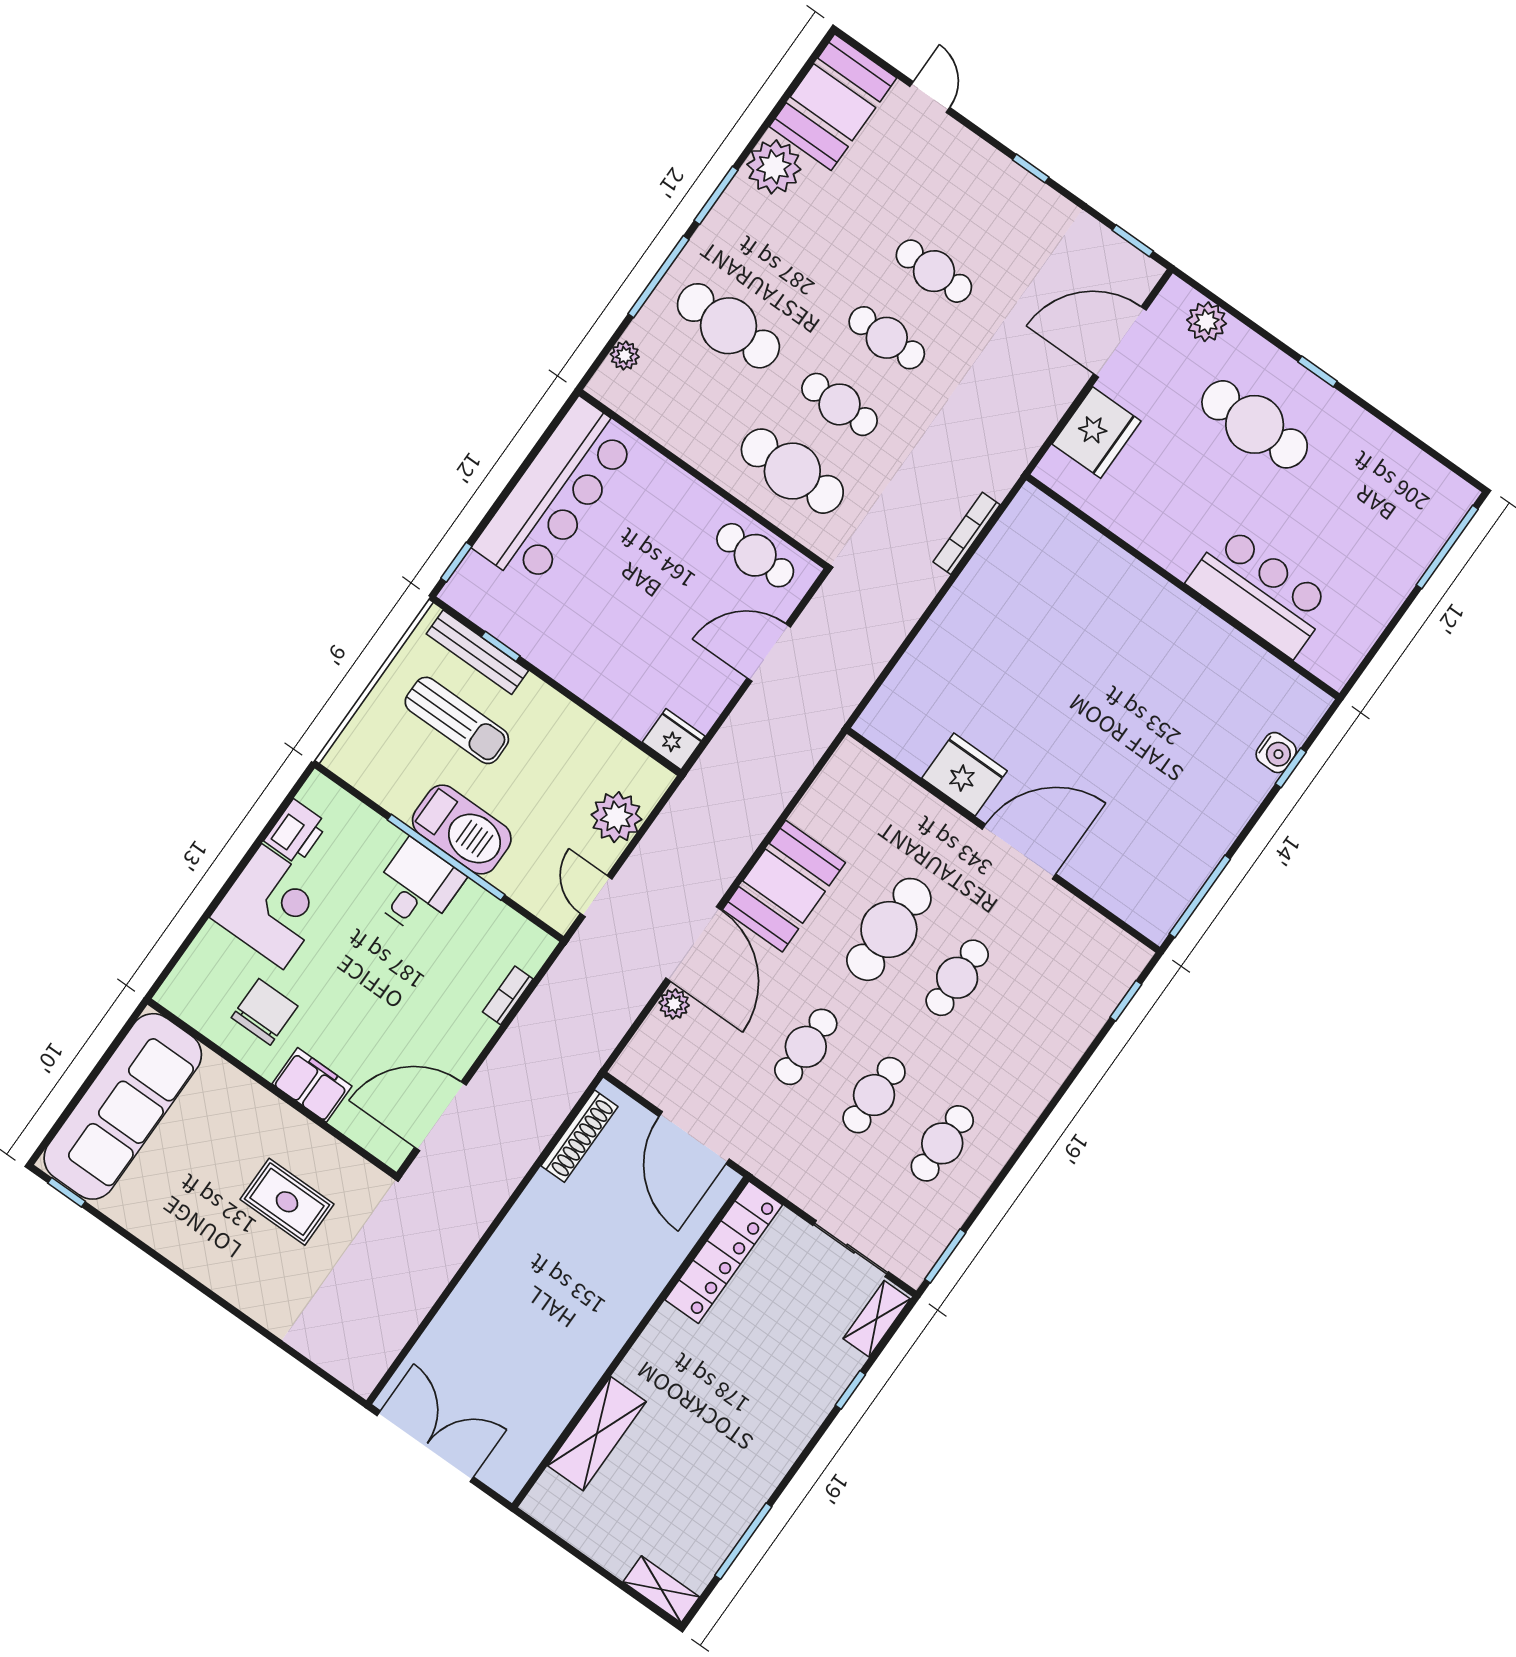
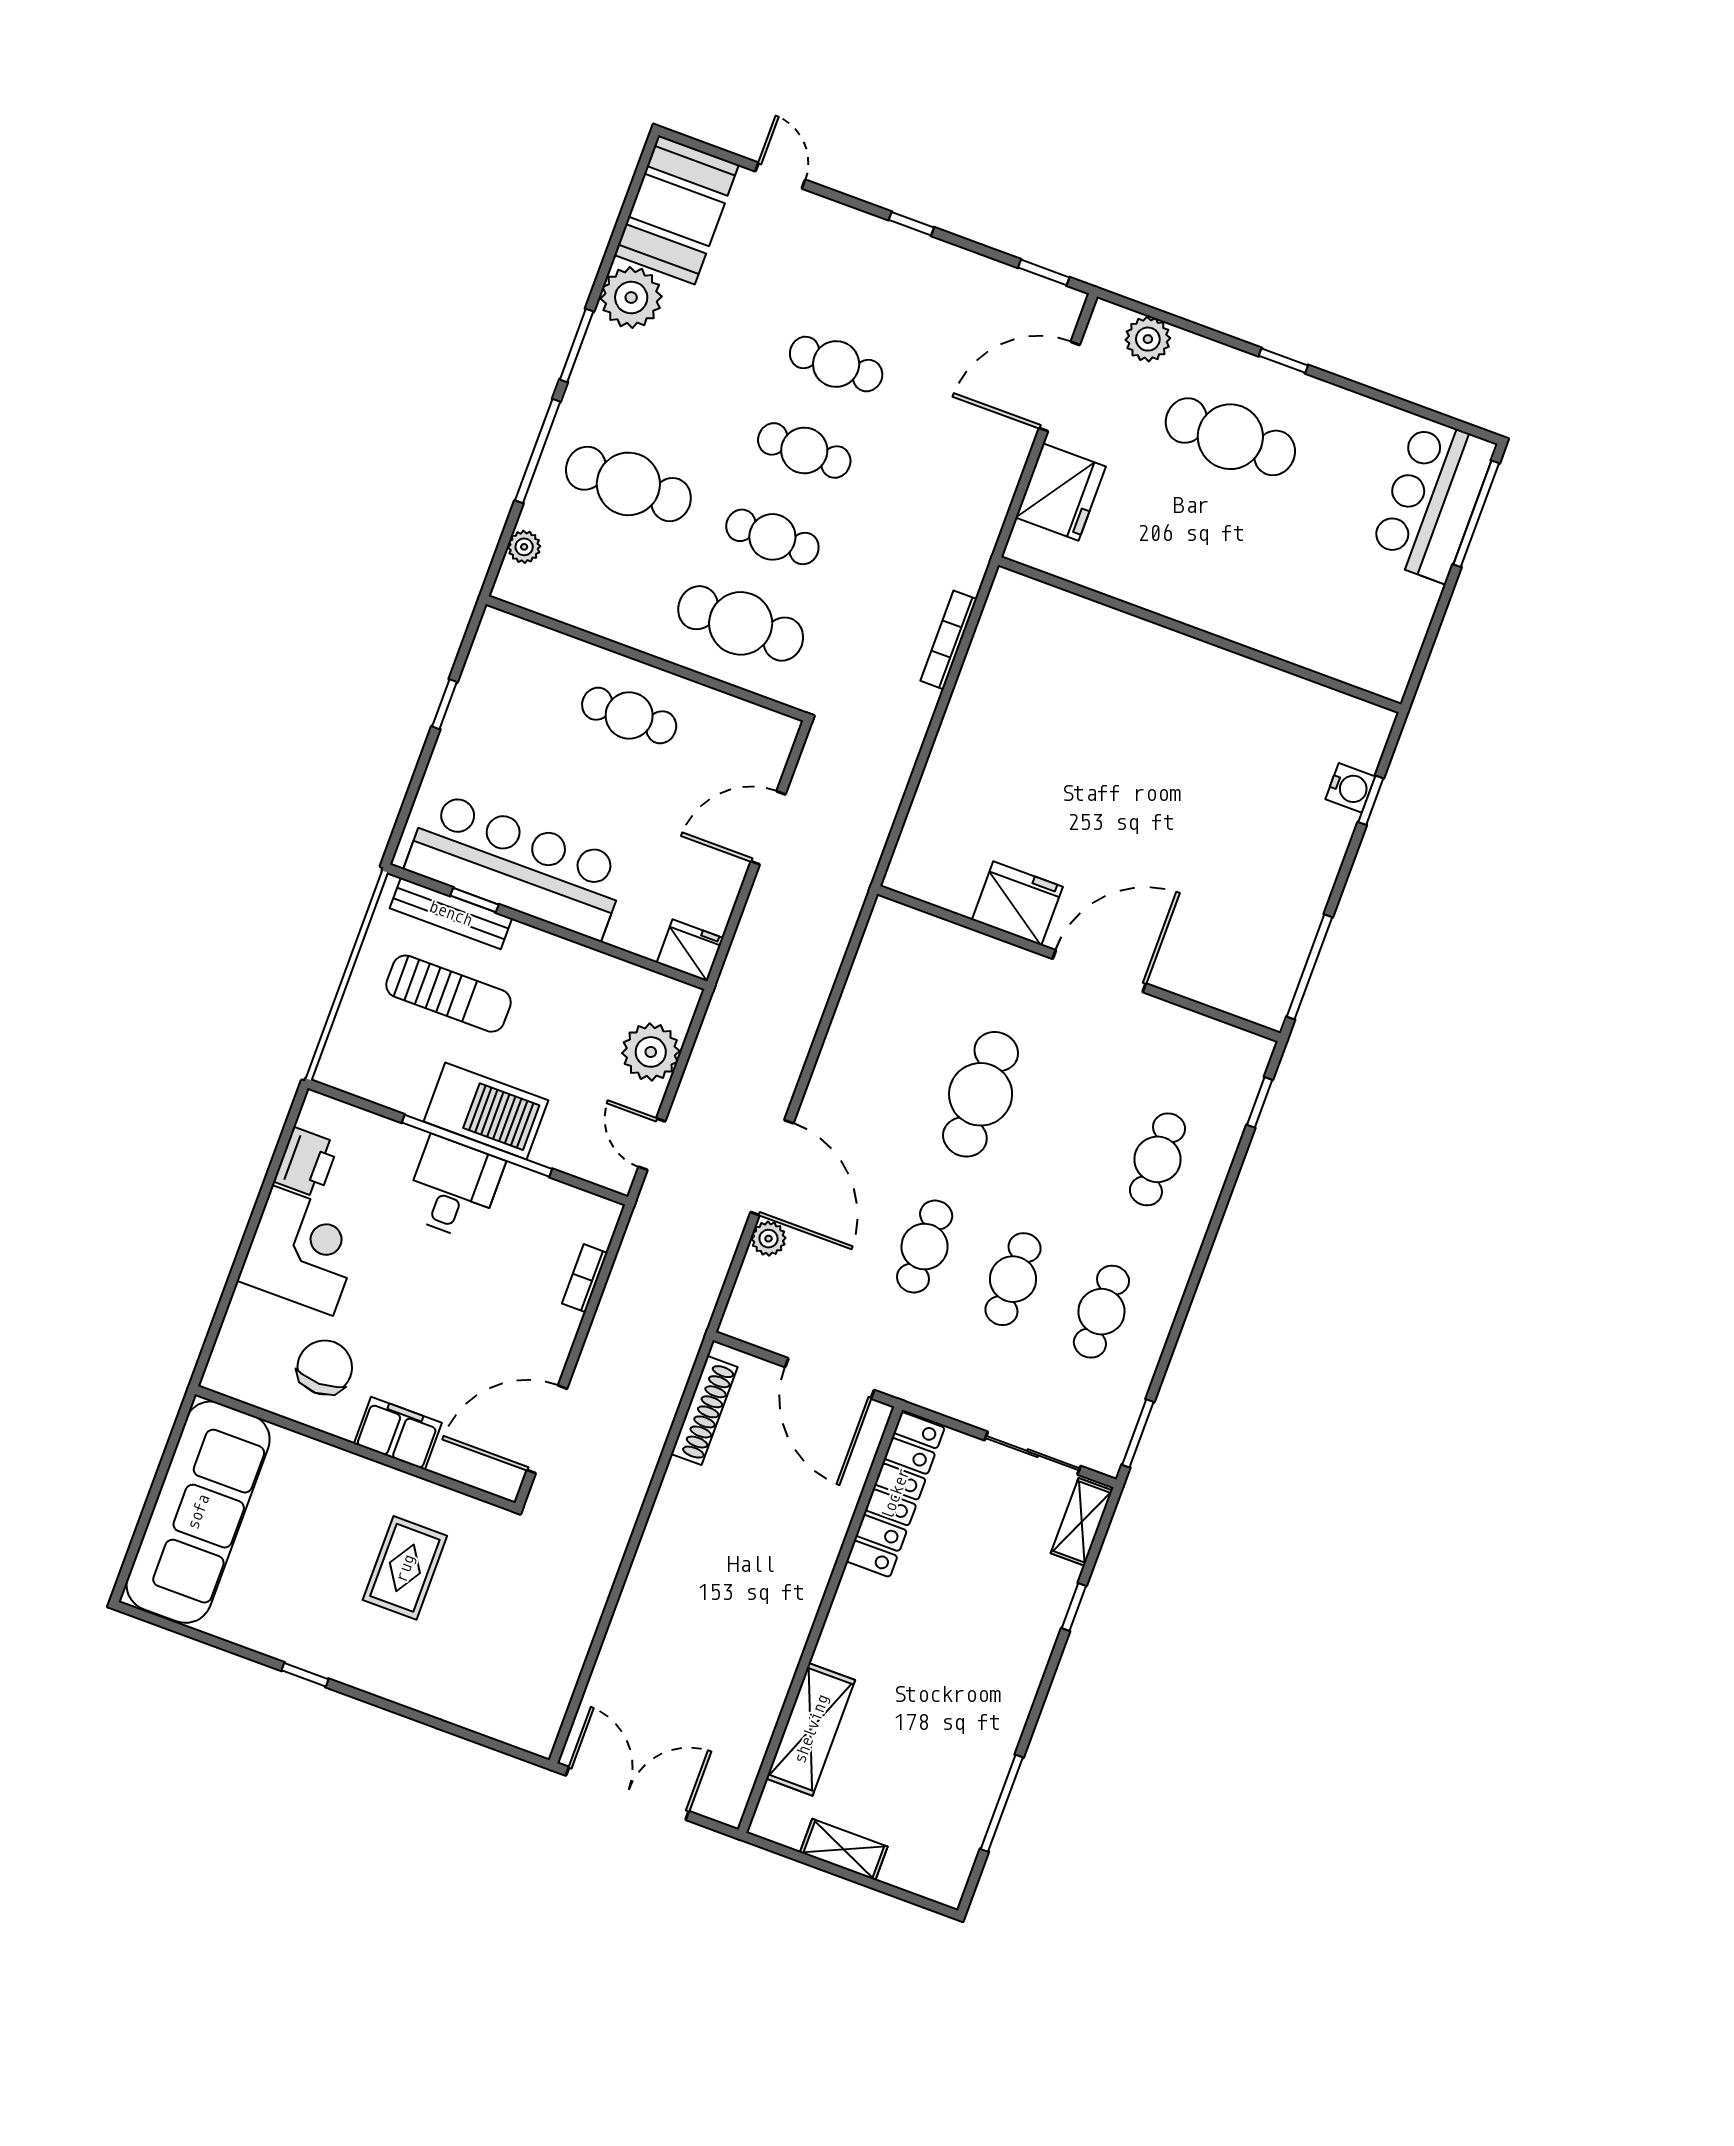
bar counter: (556, 493) -> (517, 866), moved, turned -90
cafe table: (755, 555) -> (629, 715), moved
window: (456, 562) -> (445, 704), moved
bar counter: (1260, 592) -> (1433, 500), moved, turned -90
booth: (784, 886) -> (853, 1078), removed
cafe table: (957, 978) -> (1157, 1159), moved
window: (67, 1192) -> (305, 1675), moved
rug: (287, 1202) -> (405, 1568), turned 90
shelving: (661, 1589) -> (844, 1849), moved

